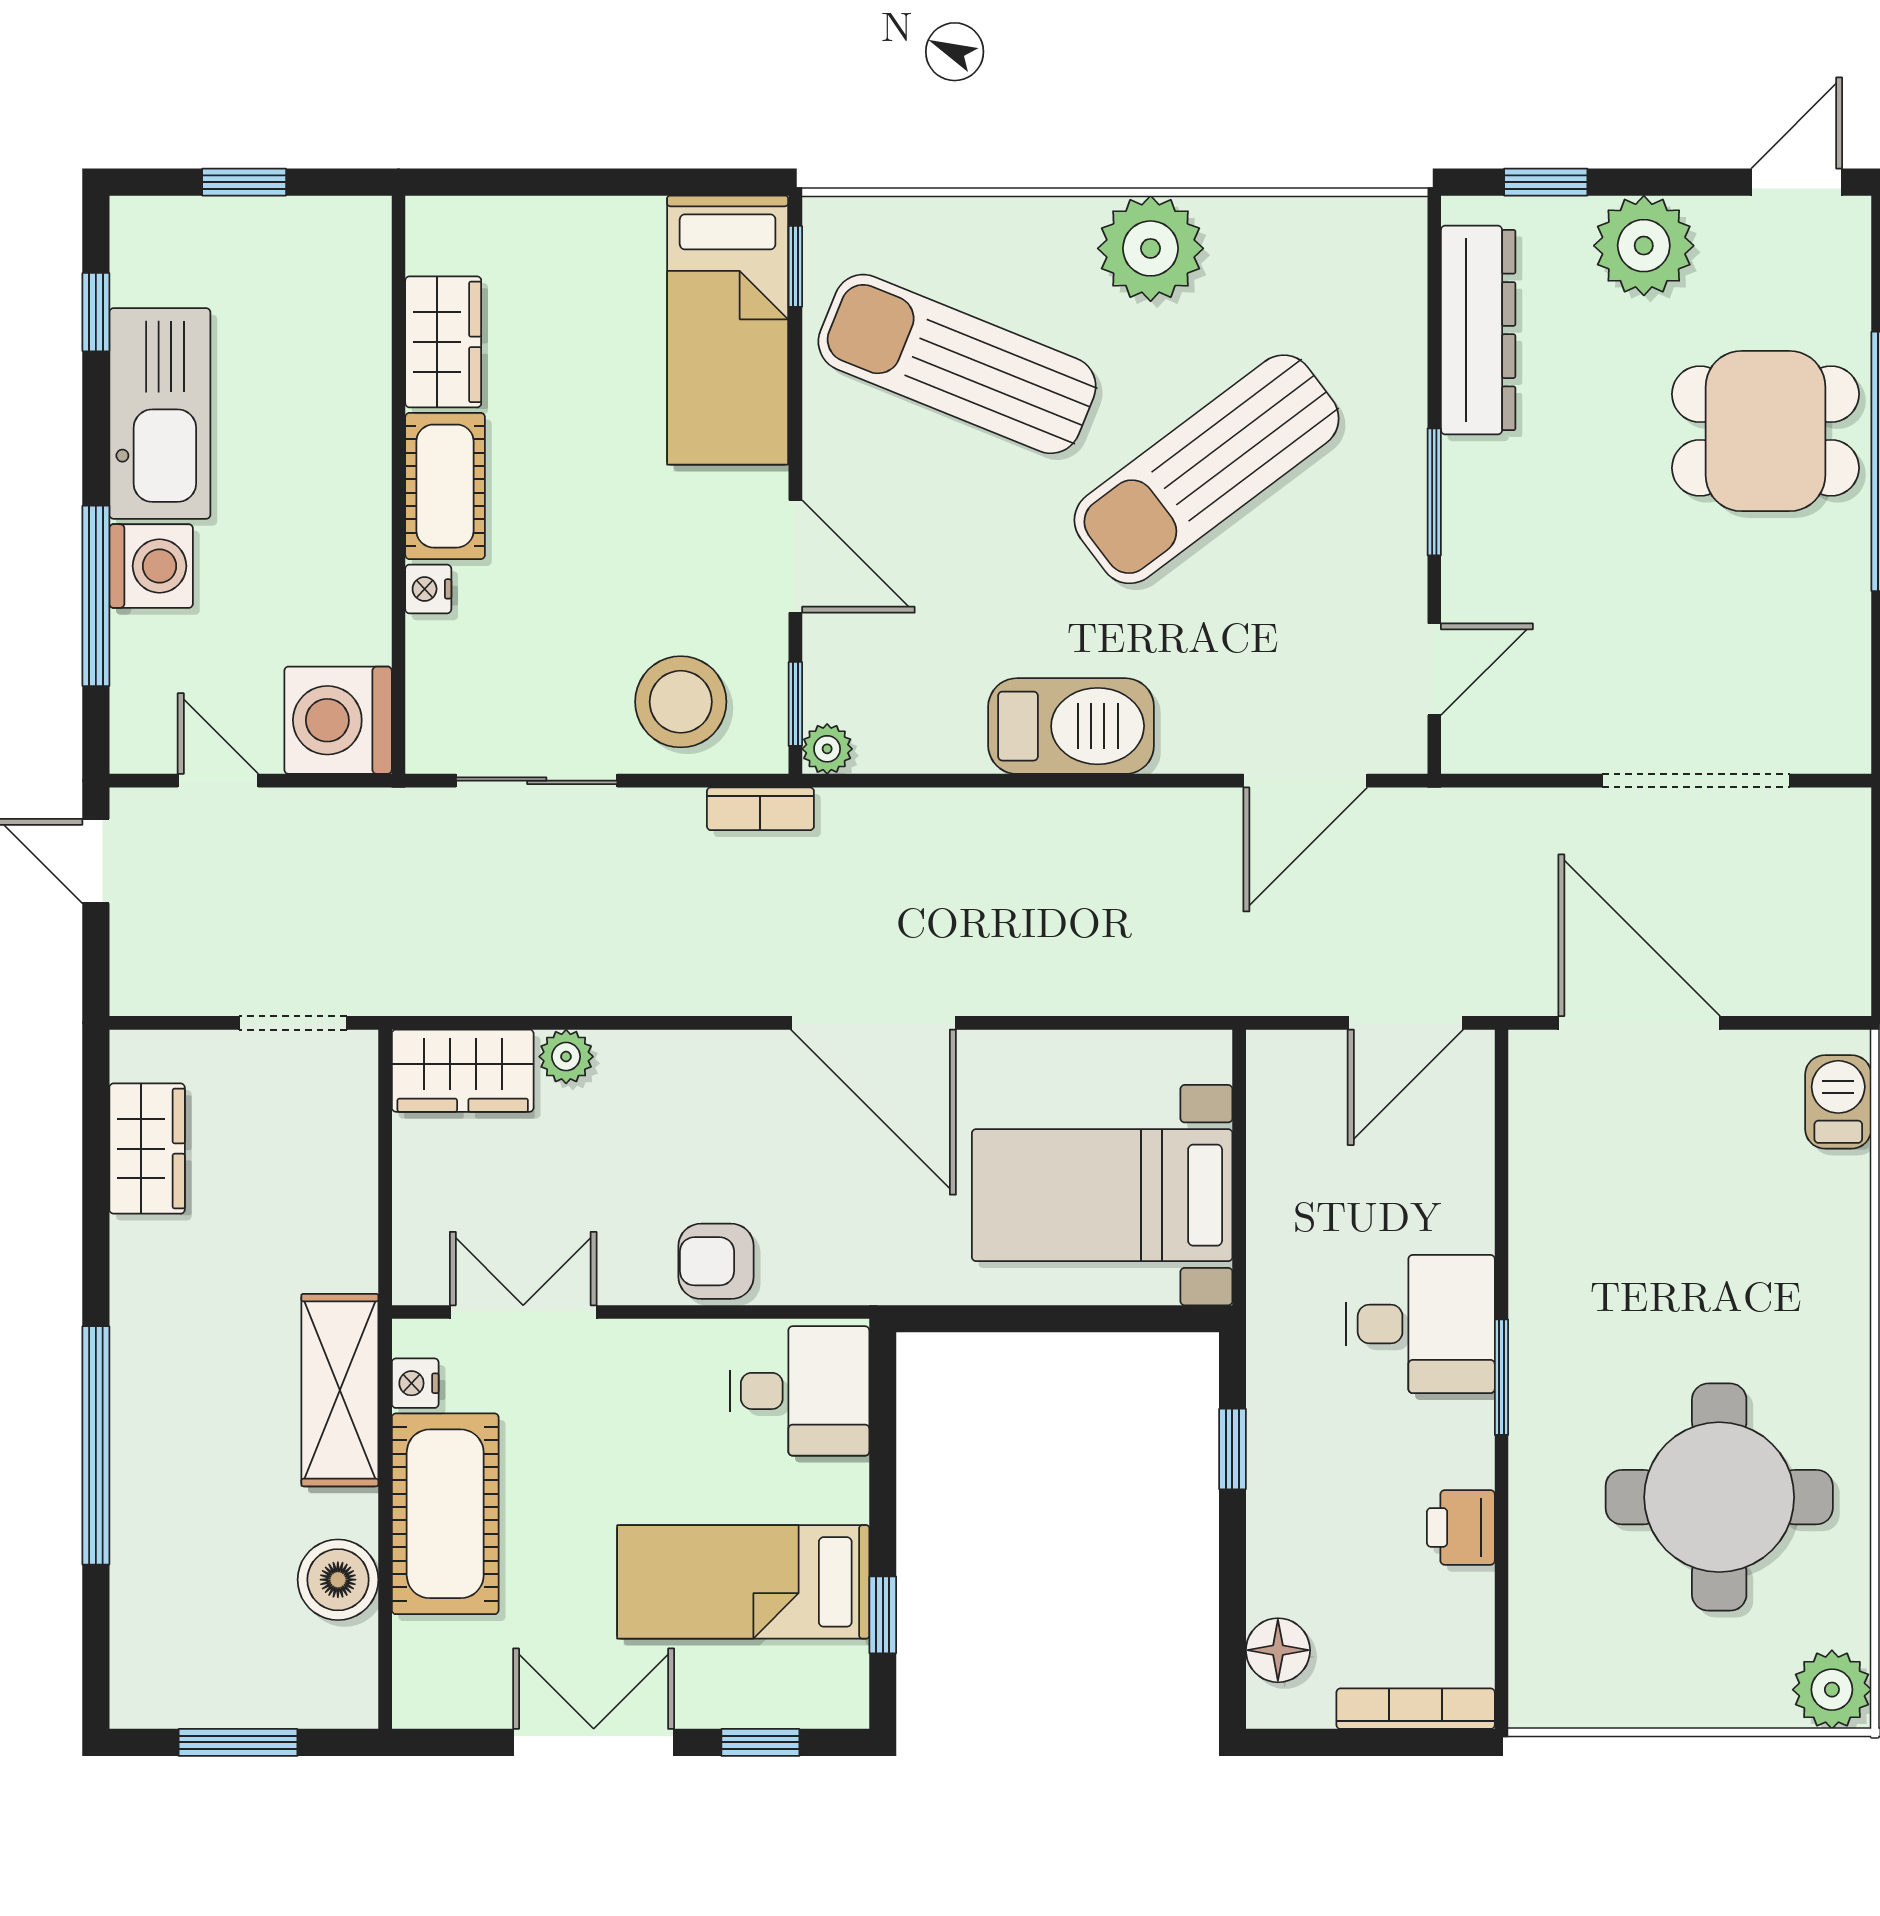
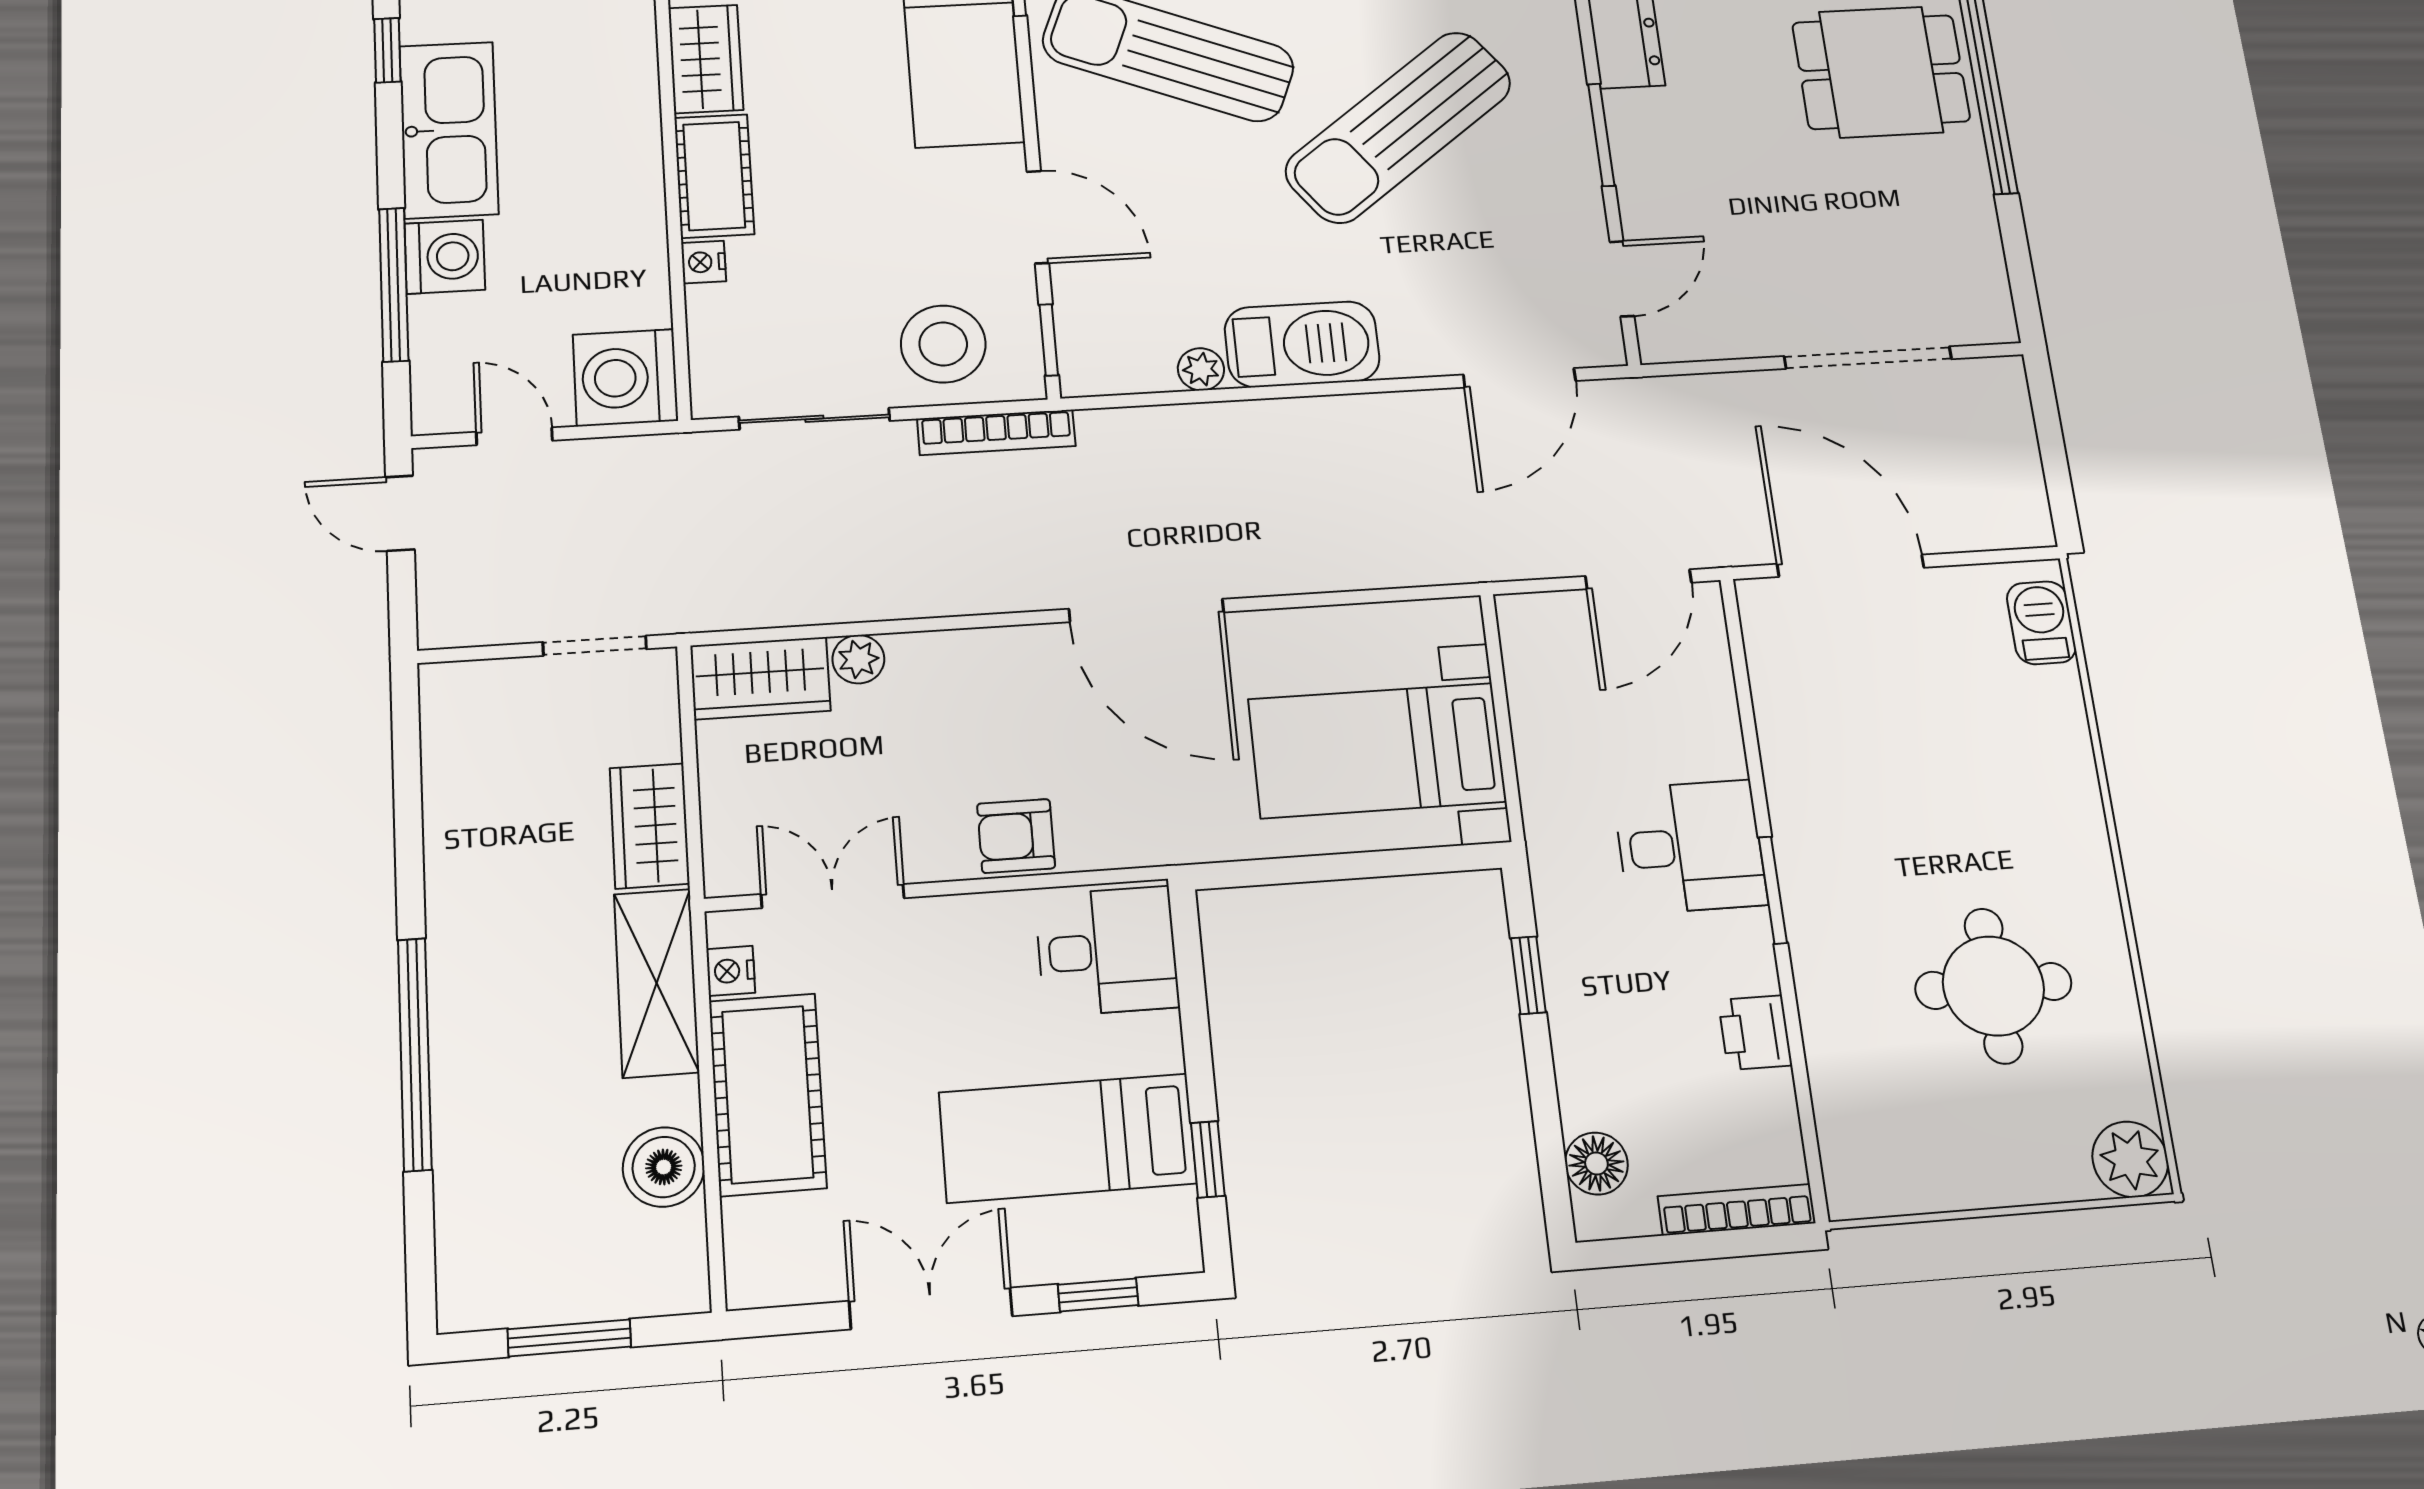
plant: (827, 749) -> (1201, 369), moved
bookcase: (760, 809) -> (996, 432), width x1.56
wardrobe: (147, 1149) -> (650, 826), moved, turned 180
round table: (1719, 1497) -> (1993, 986), width x0.73, depth x0.73

